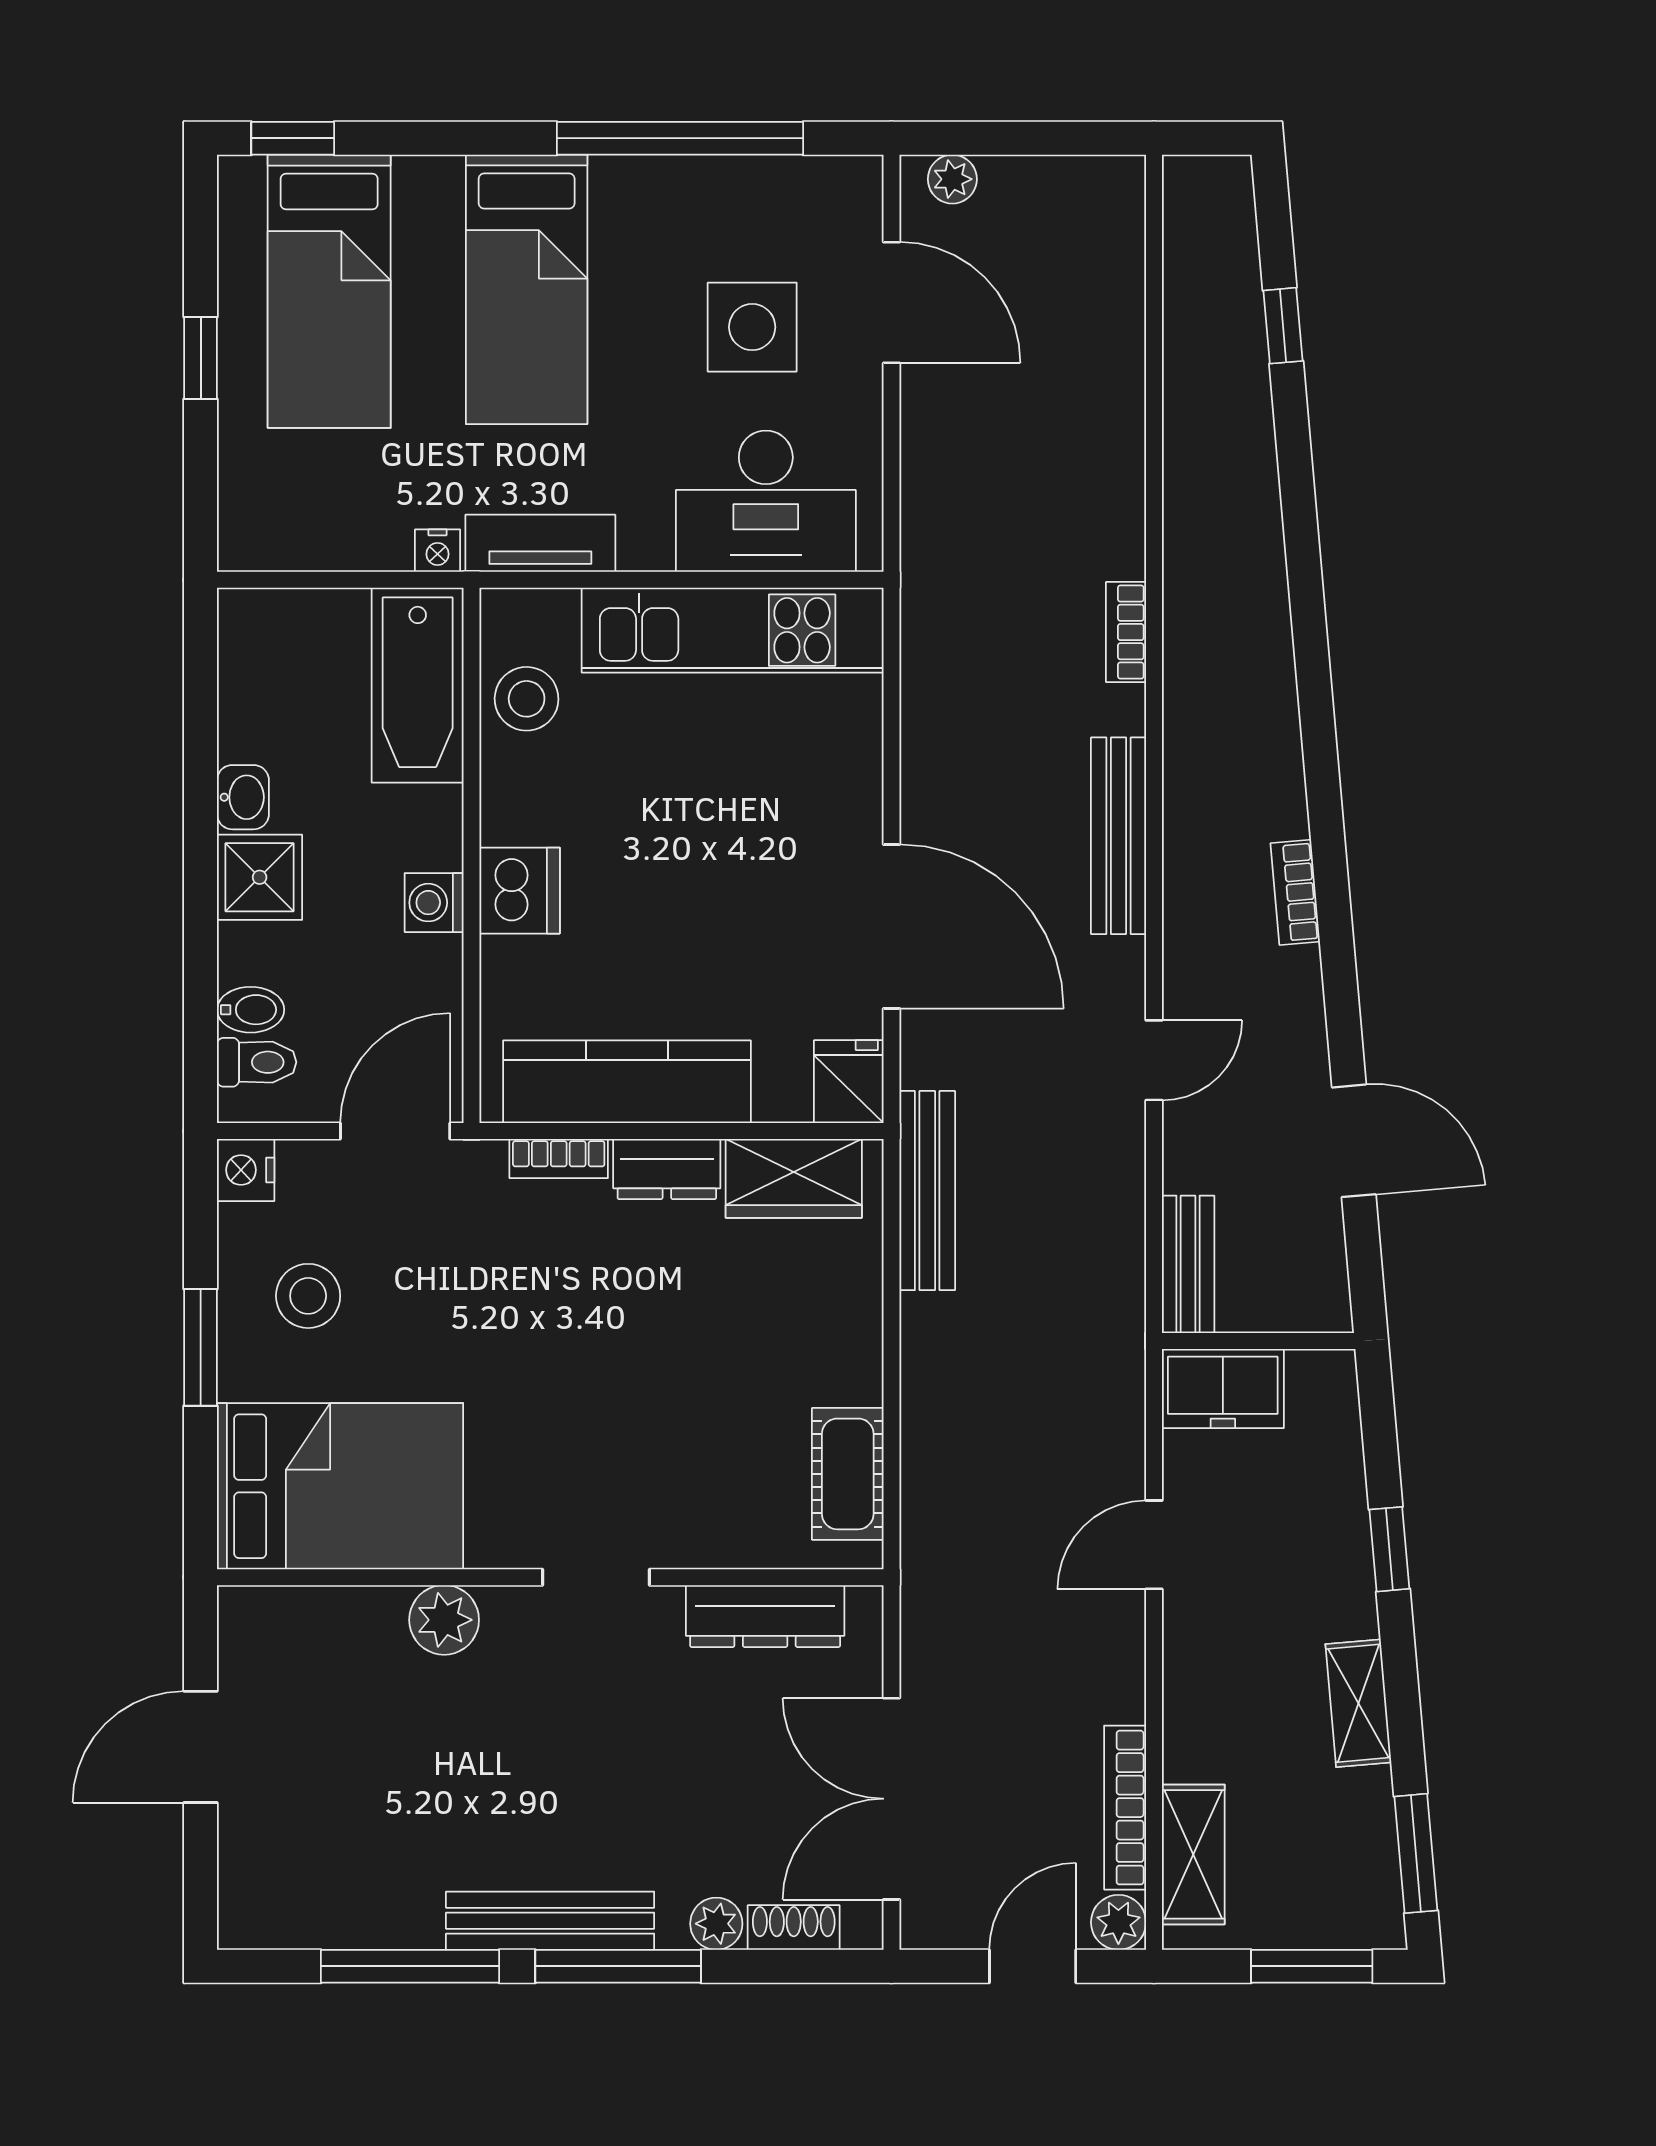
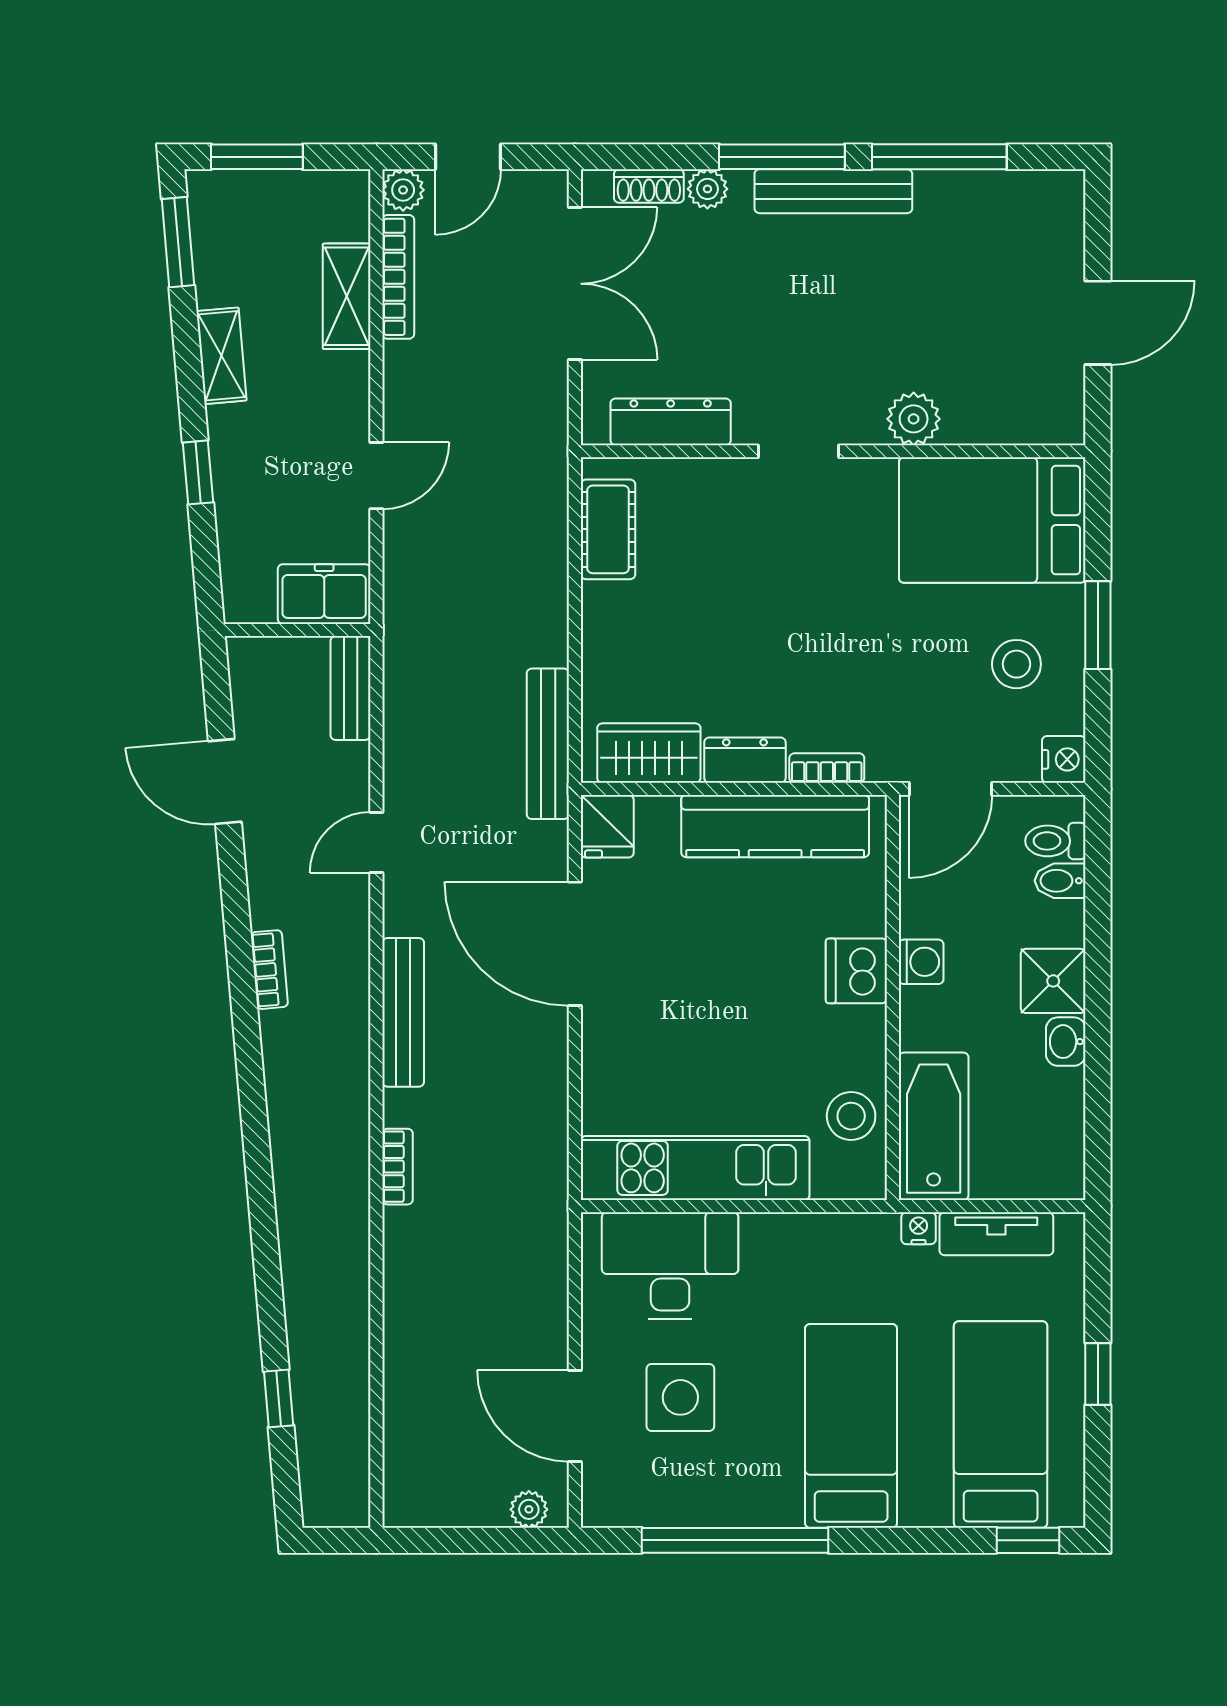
tv unit: (540, 543) -> (996, 1234), moved
shelving: (1193, 1854) -> (347, 296), moved

